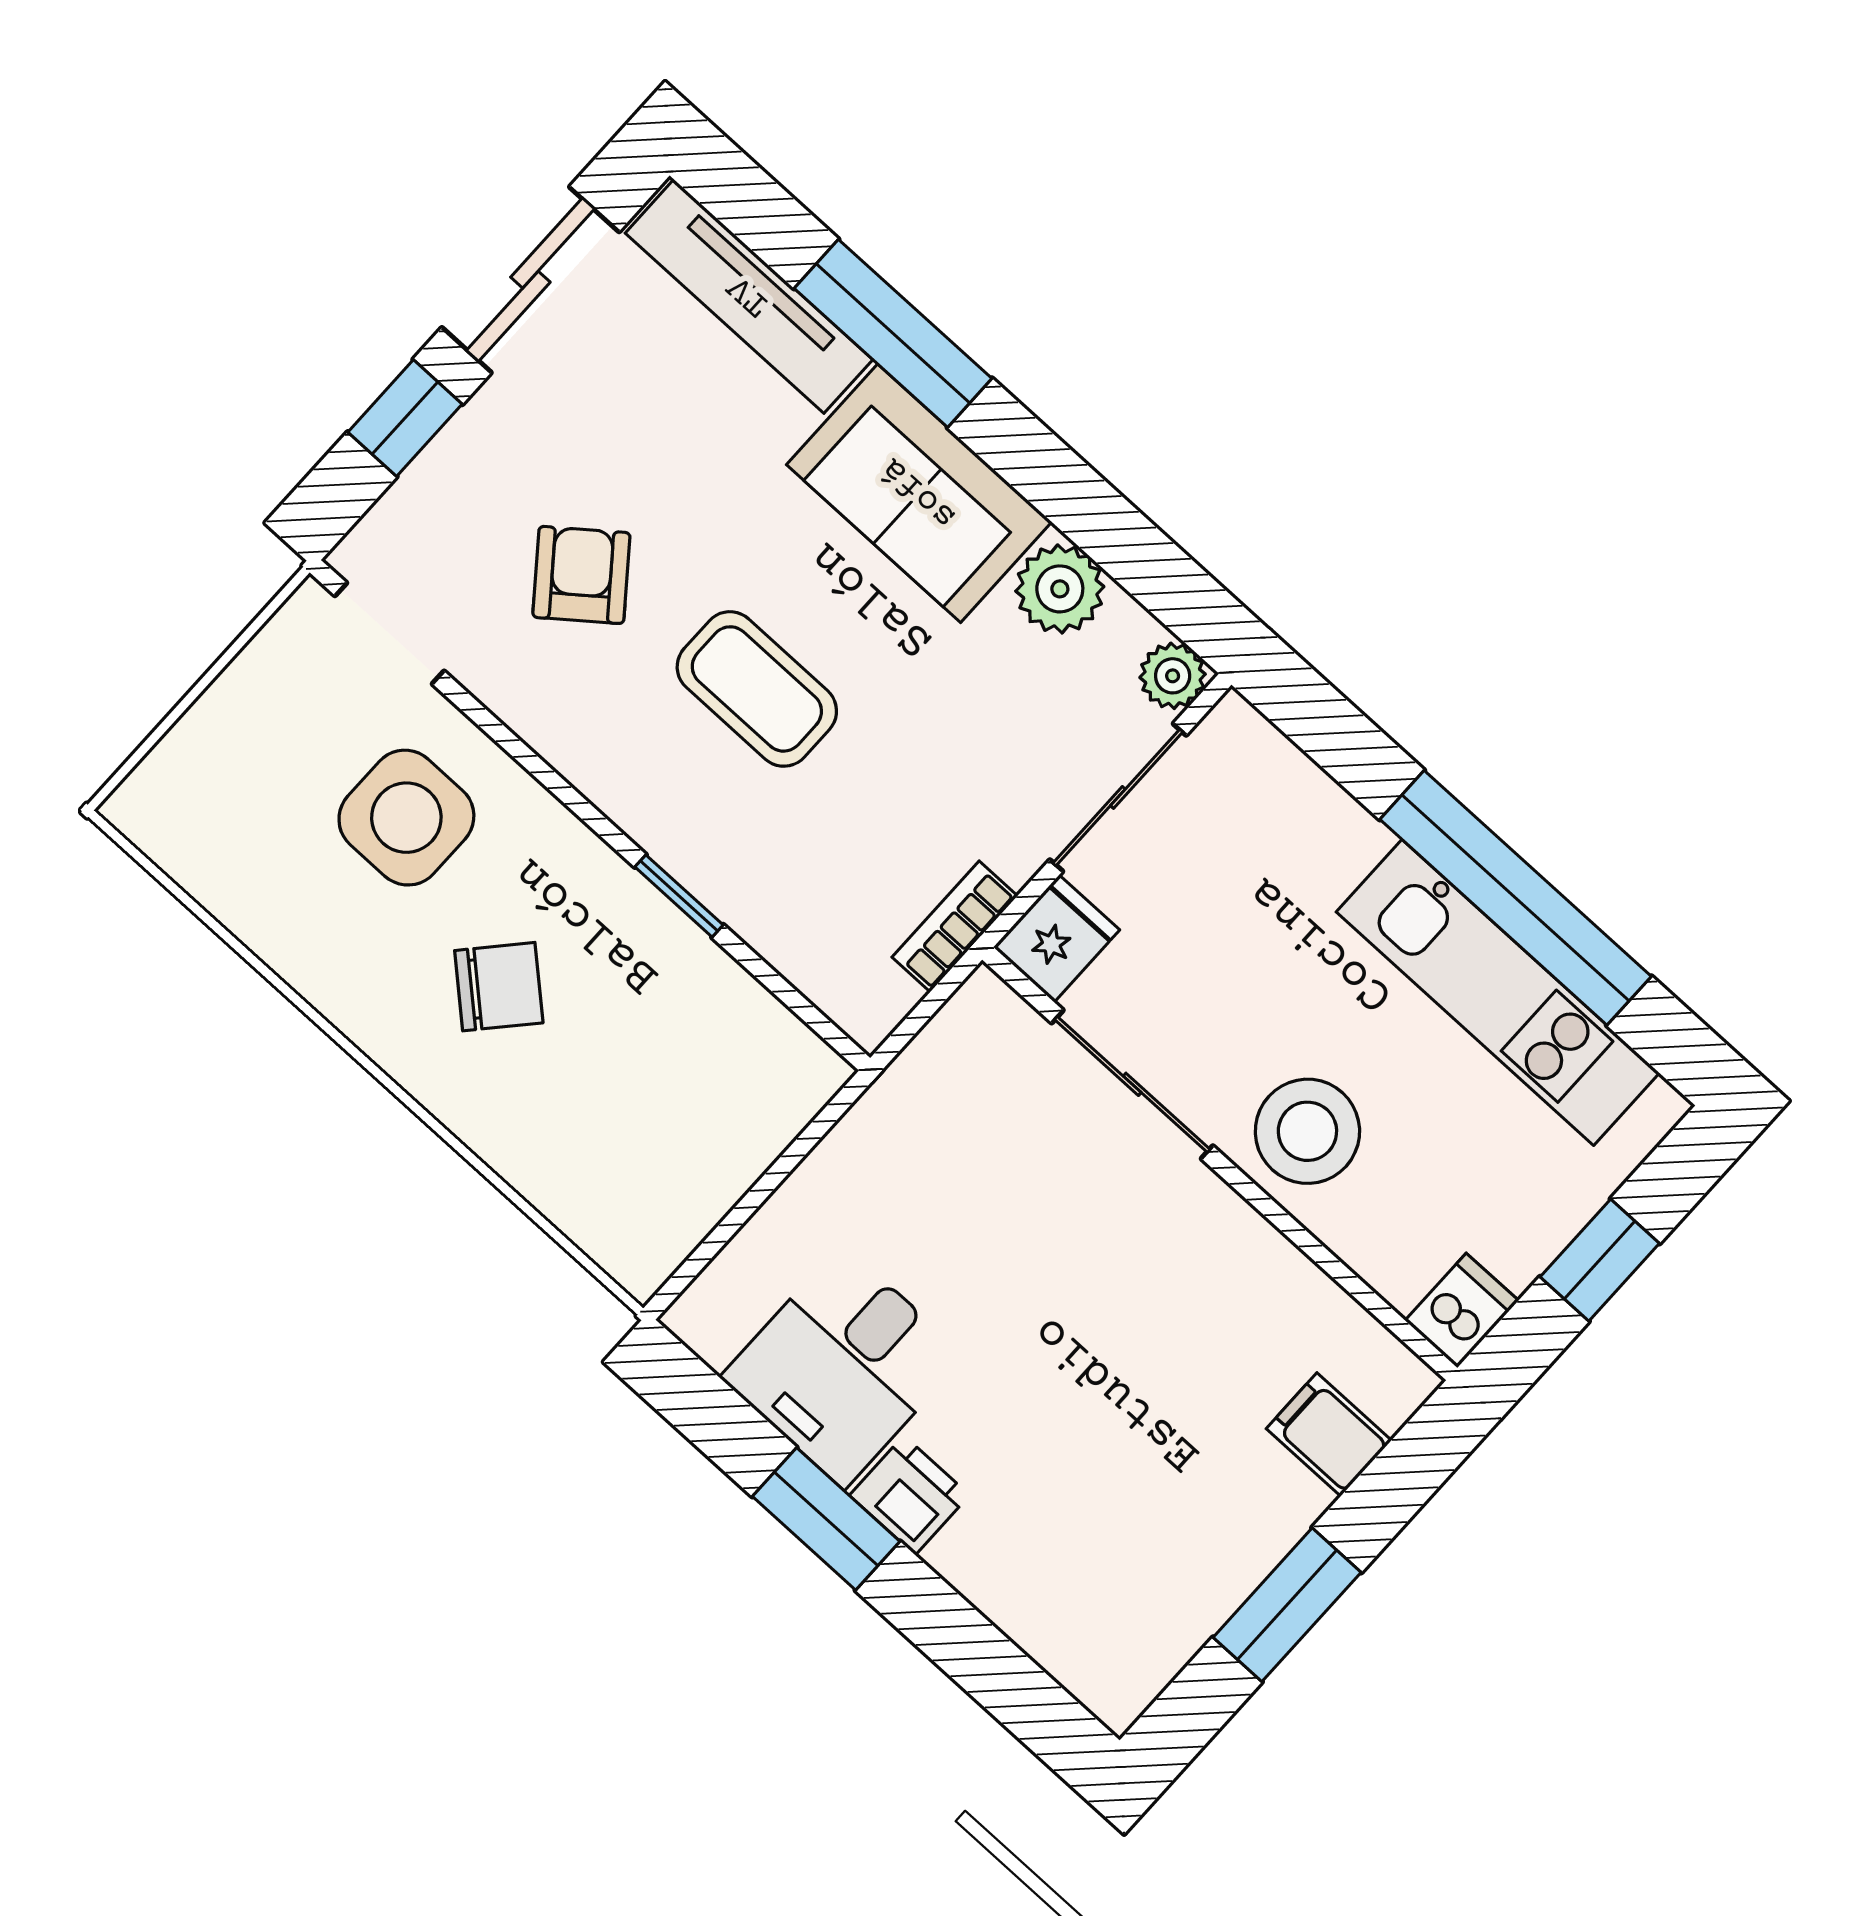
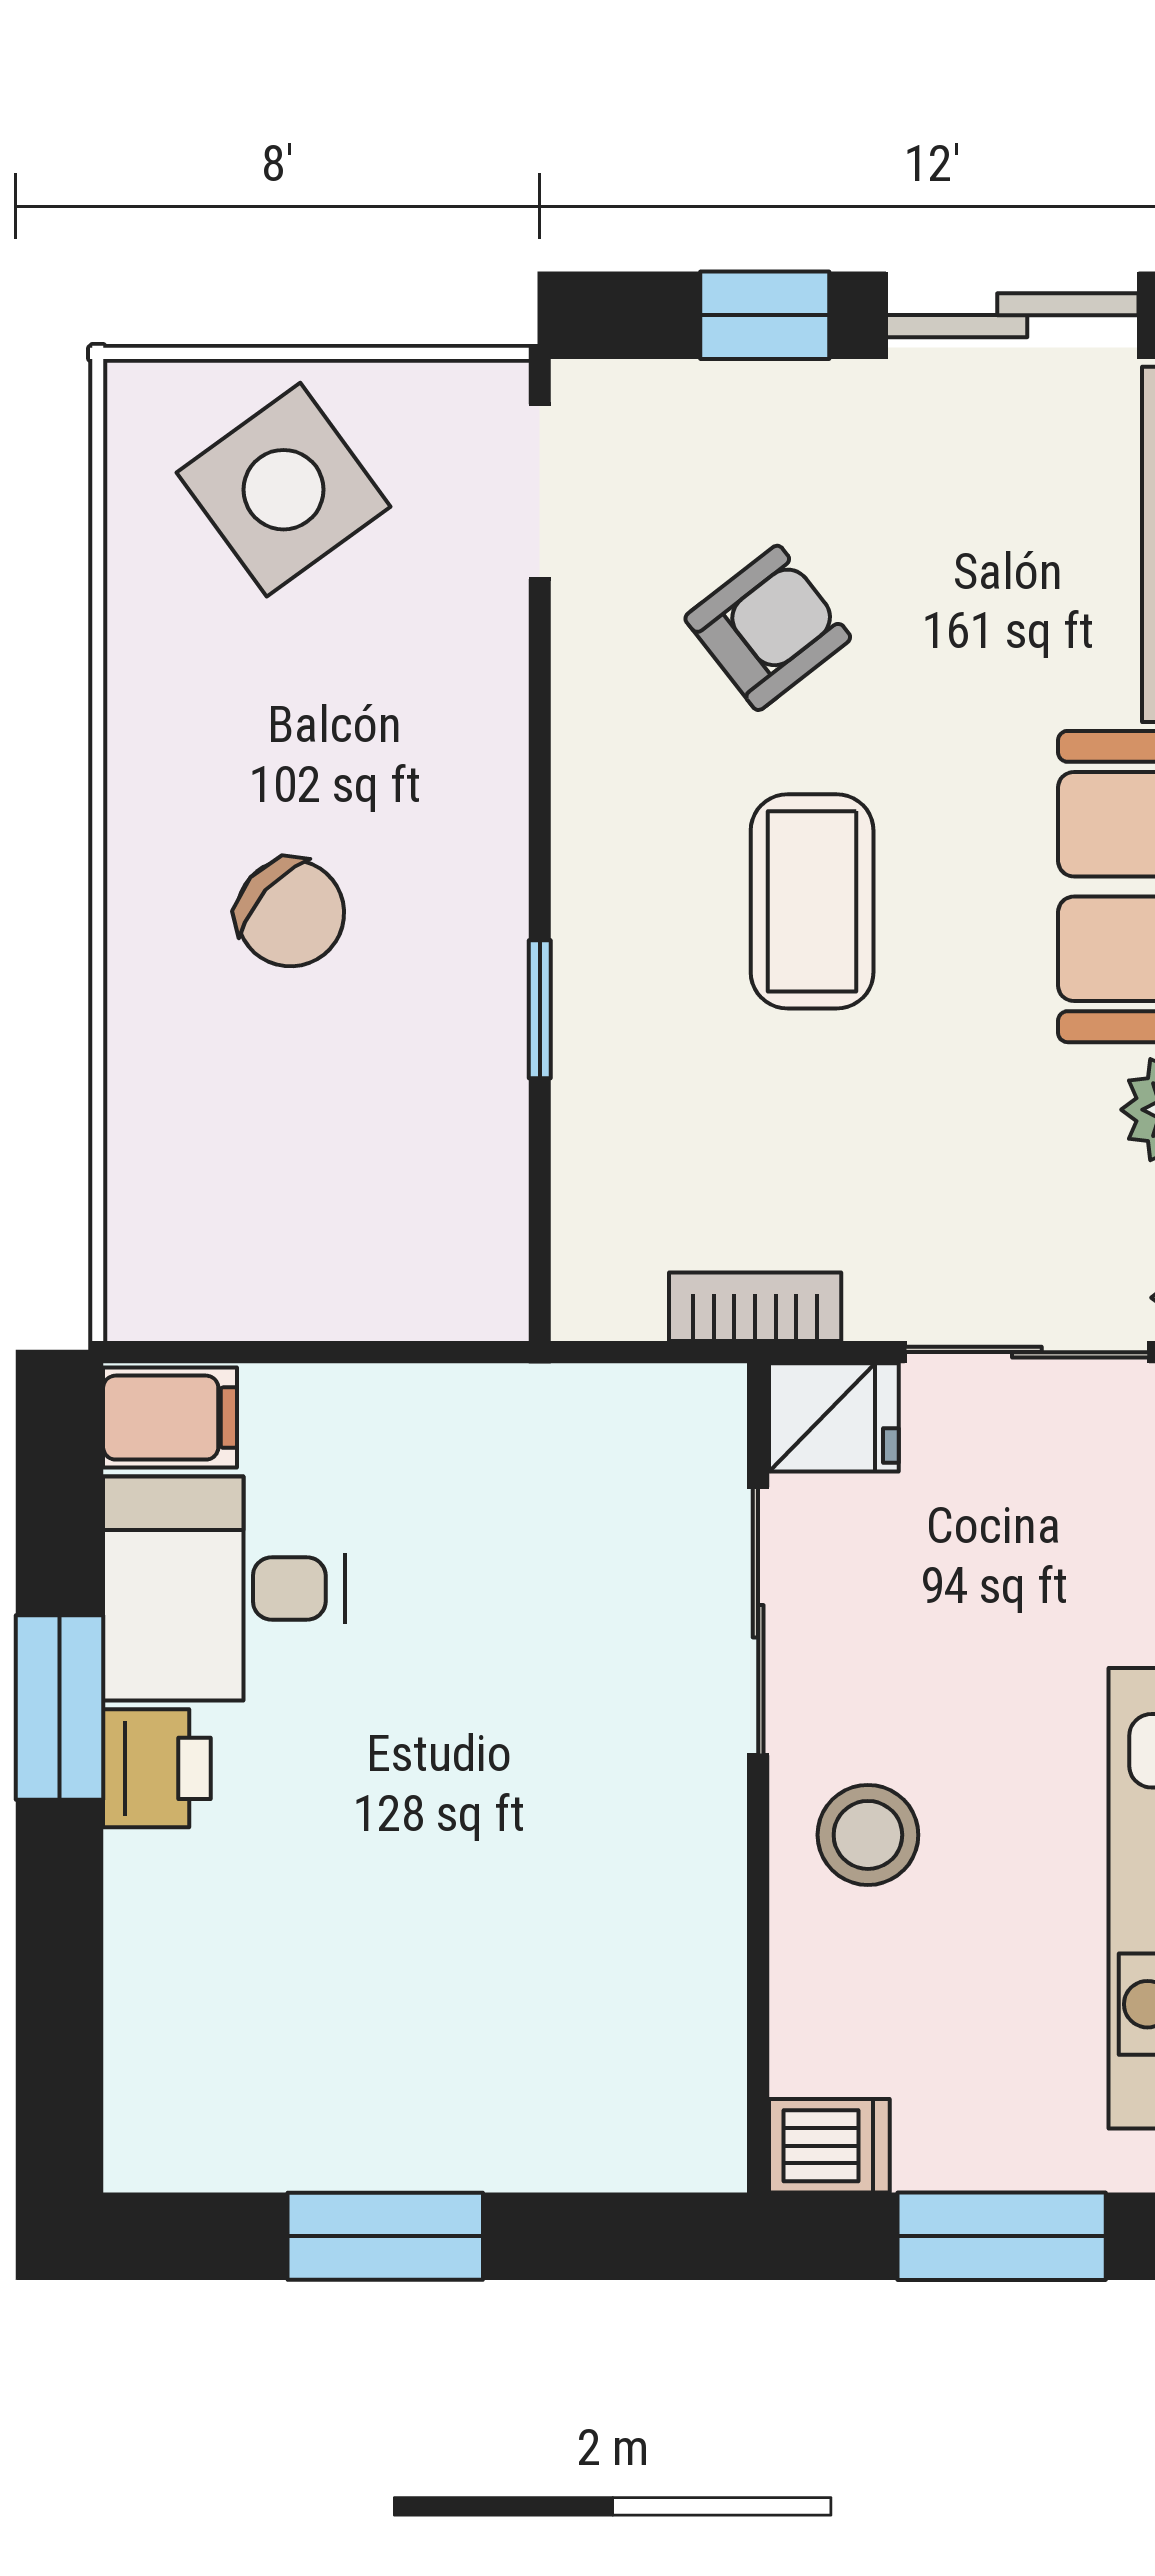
side table: (406, 818) -> (284, 490), moved, turned -36
stool: (1307, 1131) -> (868, 1835), width x0.73, depth x0.73
window: (1600, 1260) -> (1002, 2236), width x1.50
filing cabinet: (1329, 1434) -> (170, 1418), moved, turned 90

